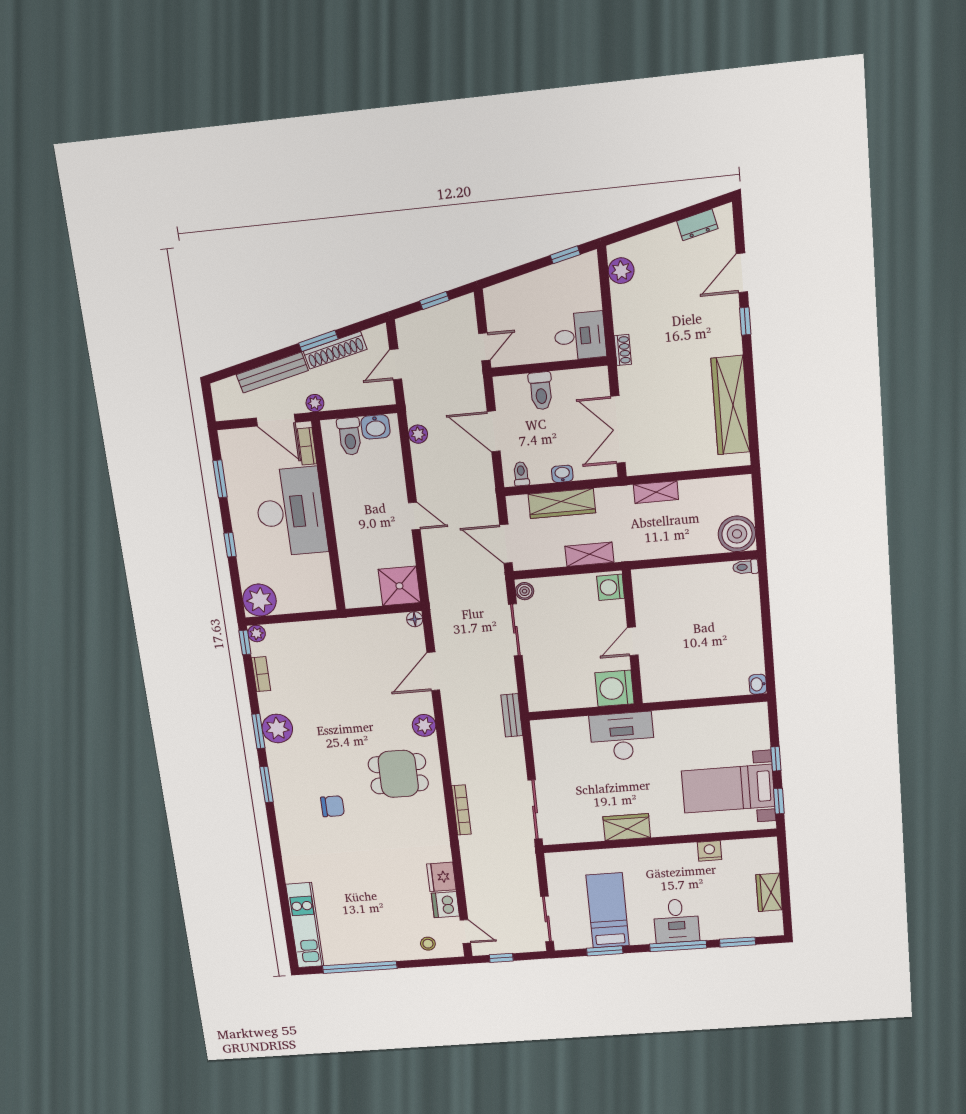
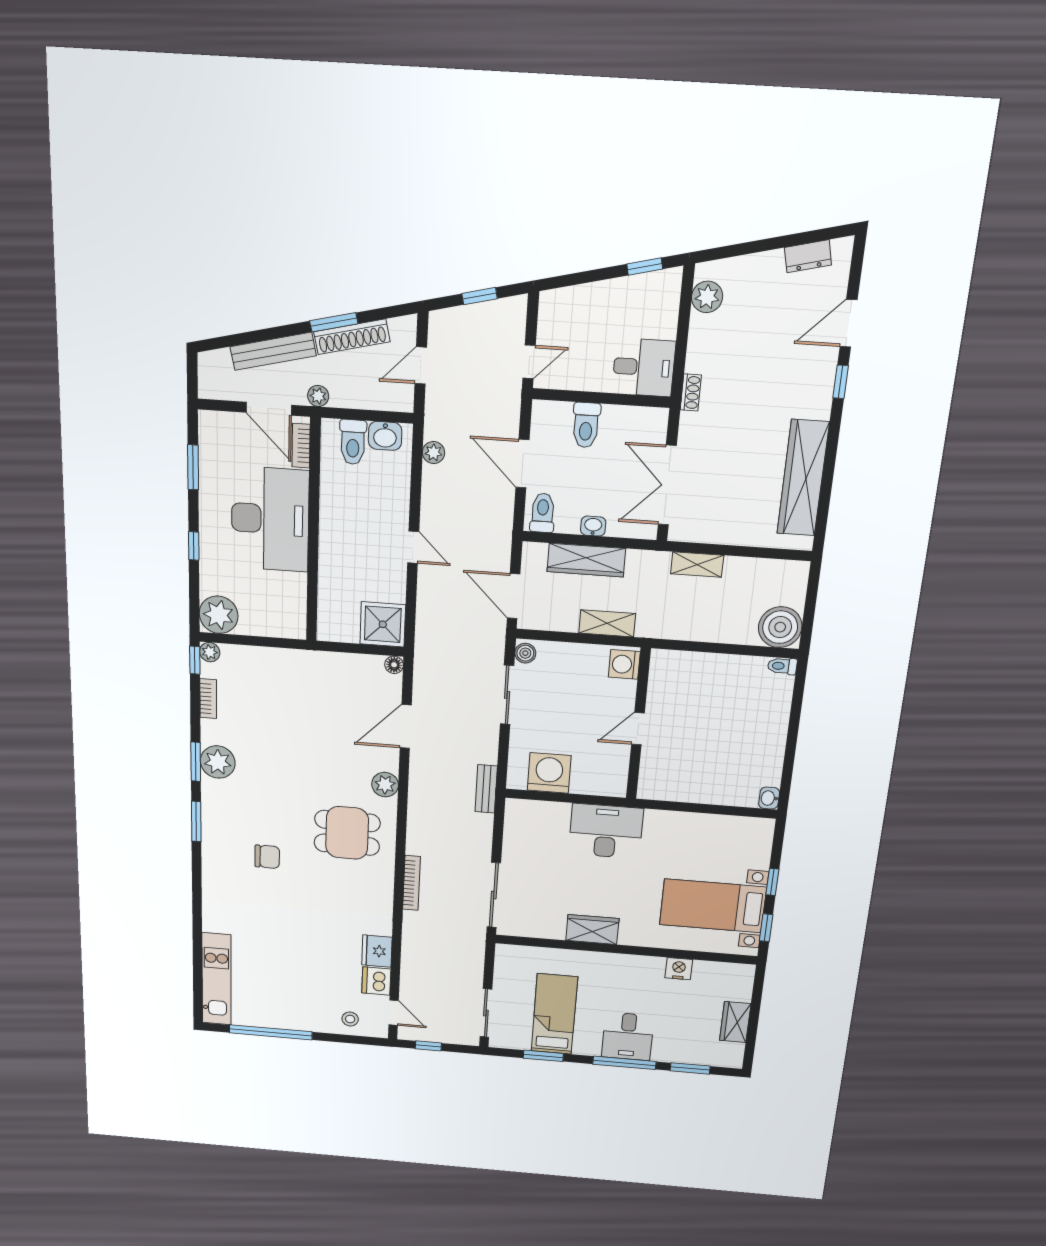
toilet: (521, 474) -> (543, 513), width x1.37, depth x1.39
washing machine: (615, 688) -> (549, 773), moved, turned 90

